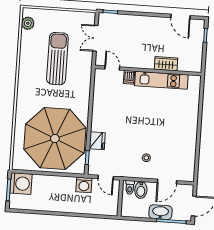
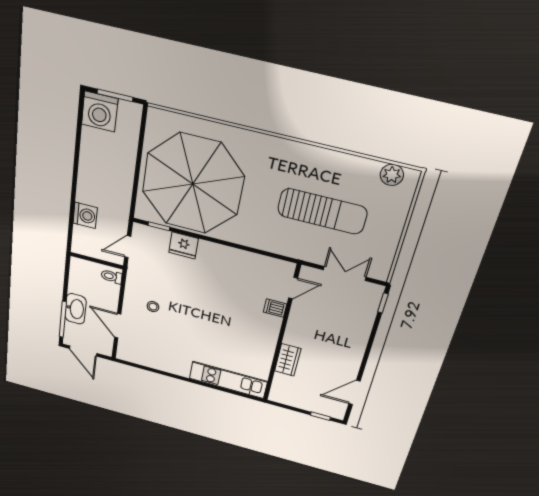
kitchen unit: (161, 80) -> (228, 380), moved, turned 90
washing machine: (21, 184) -> (100, 112), moved
washing machine: (84, 185) -> (85, 215), moved, turned 180
bidet: (141, 190) -> (107, 290), removed

